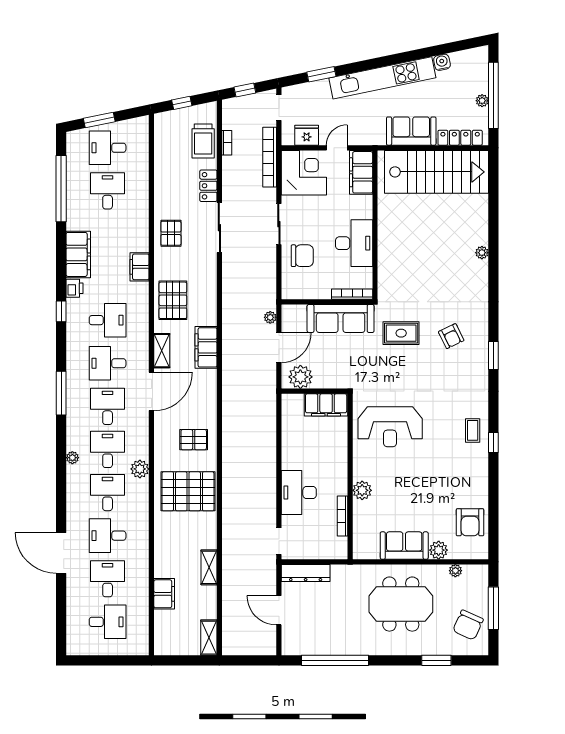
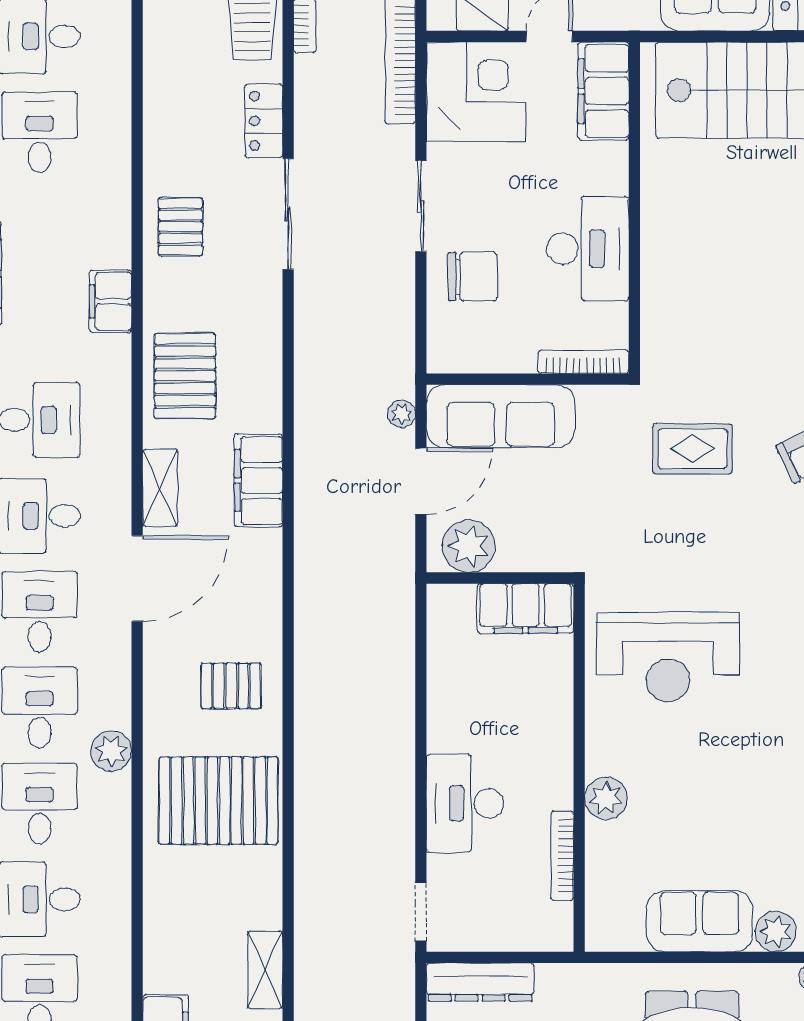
sofa: (341, 318) -> (501, 416), moved

